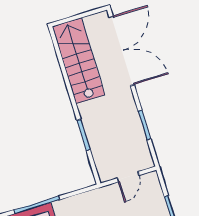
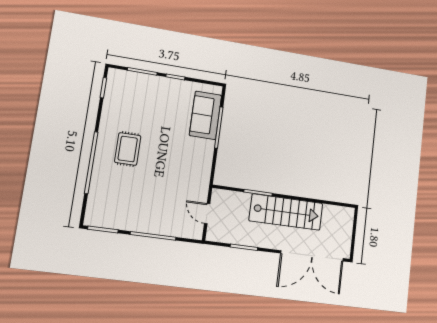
stairs: (79, 61) -> (286, 212), moved

